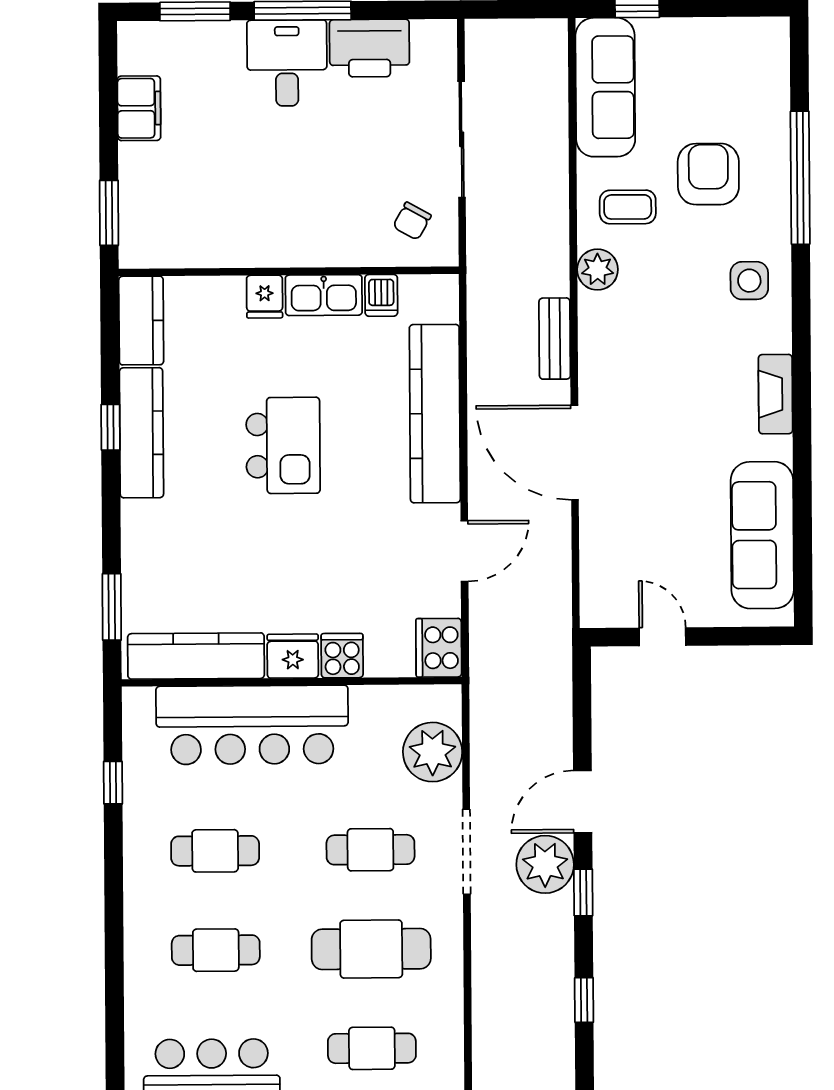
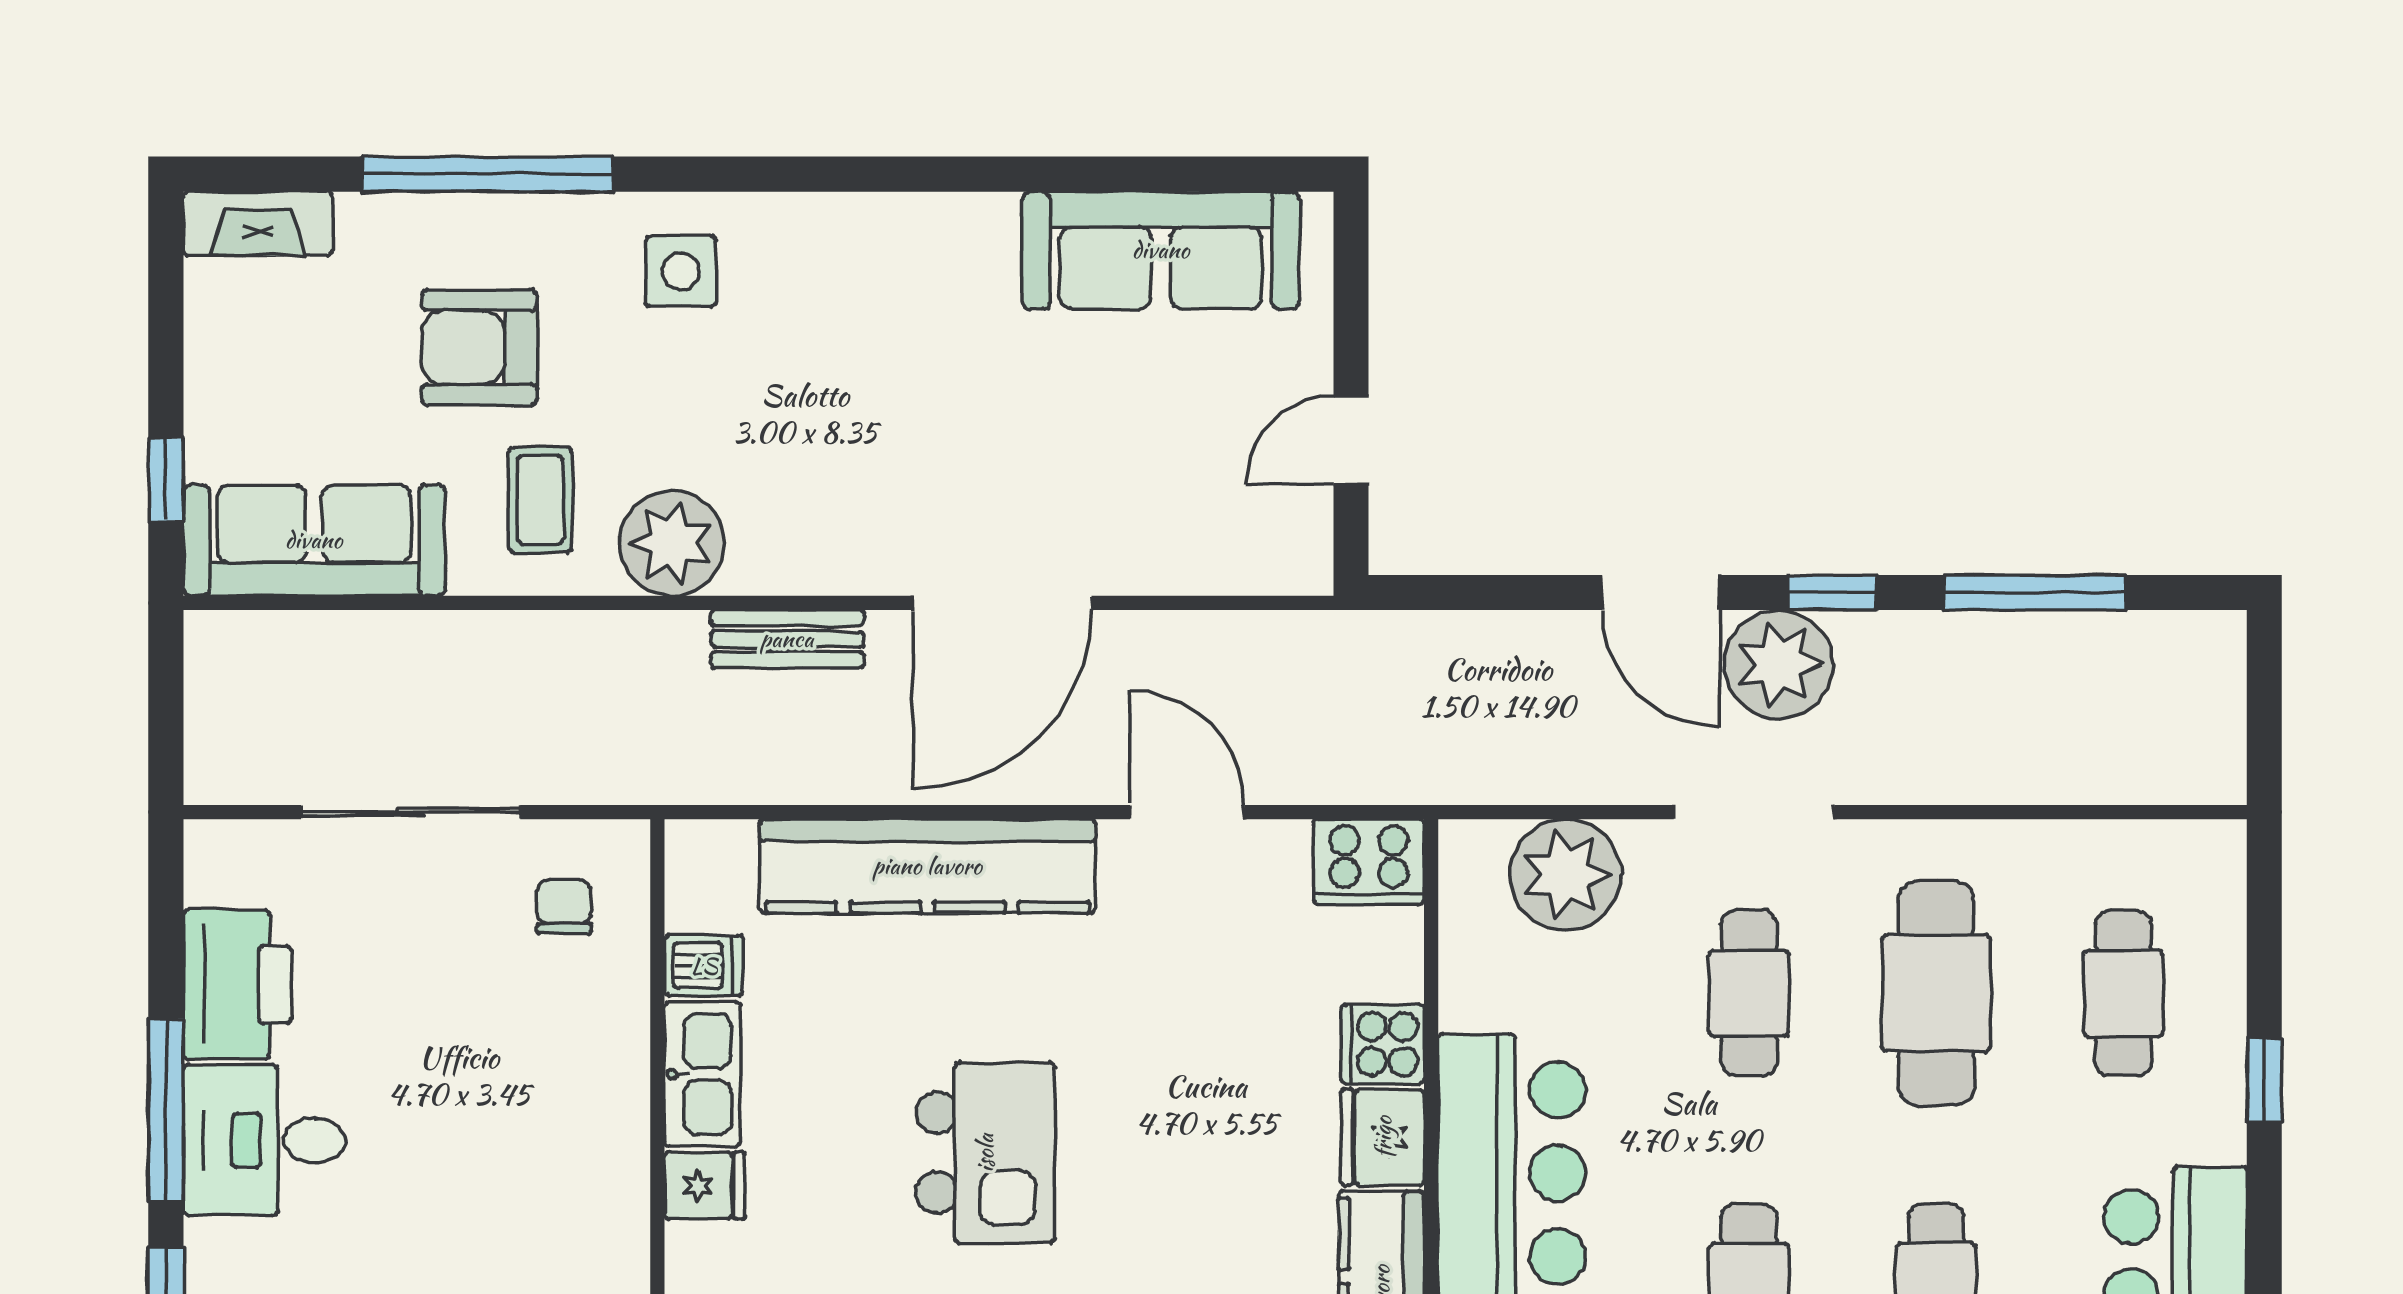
chair: (412, 221) -> (564, 907), turned -119
plant: (598, 270) -> (672, 543), width x1.36, depth x1.36
fireplace: (776, 394) -> (258, 223), moved
kitchen island: (283, 445) -> (985, 1153), turned 90
window: (584, 1000) -> (2035, 592), width x2.17

